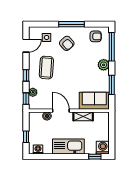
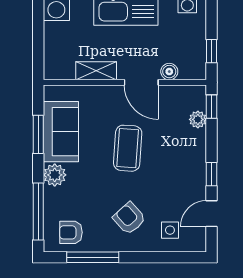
window: (72, 24) -> (93, 257), moved
coffee table: (46, 68) -> (128, 148), moved
window: (26, 75) -> (212, 174), moved
sofa: (94, 101) -> (61, 132), moved, turned -90
window: (26, 137) -> (212, 51), moved

